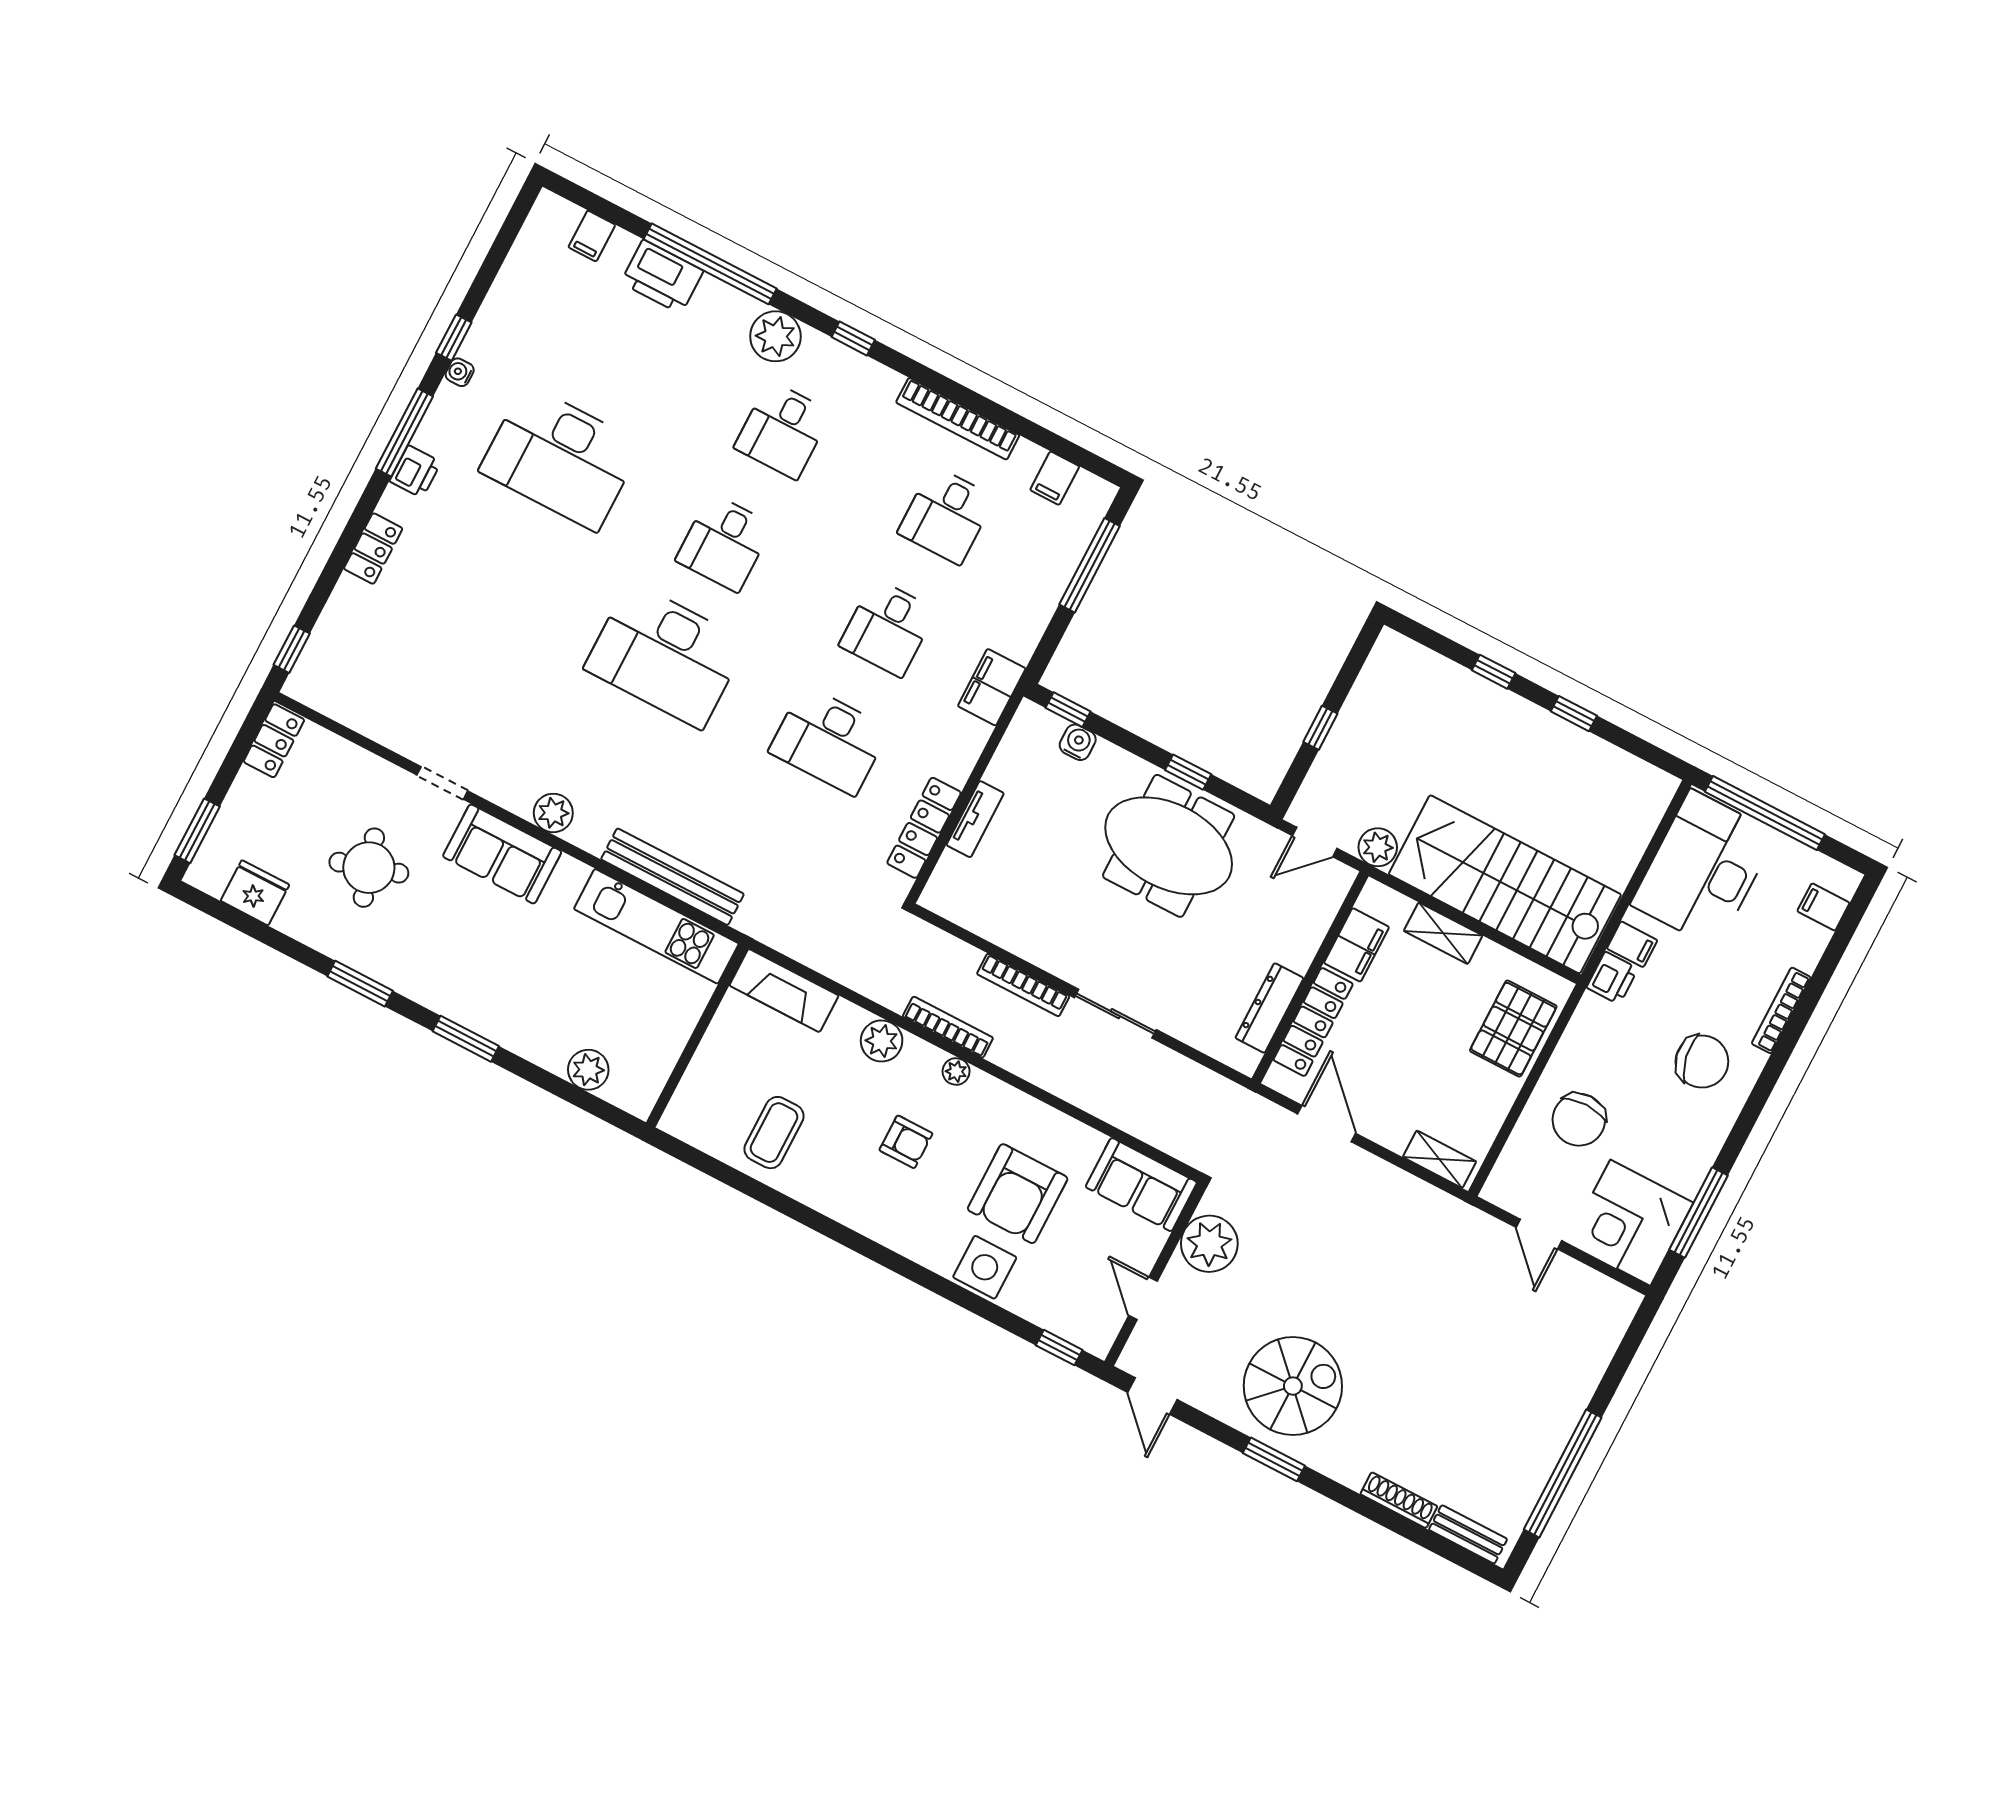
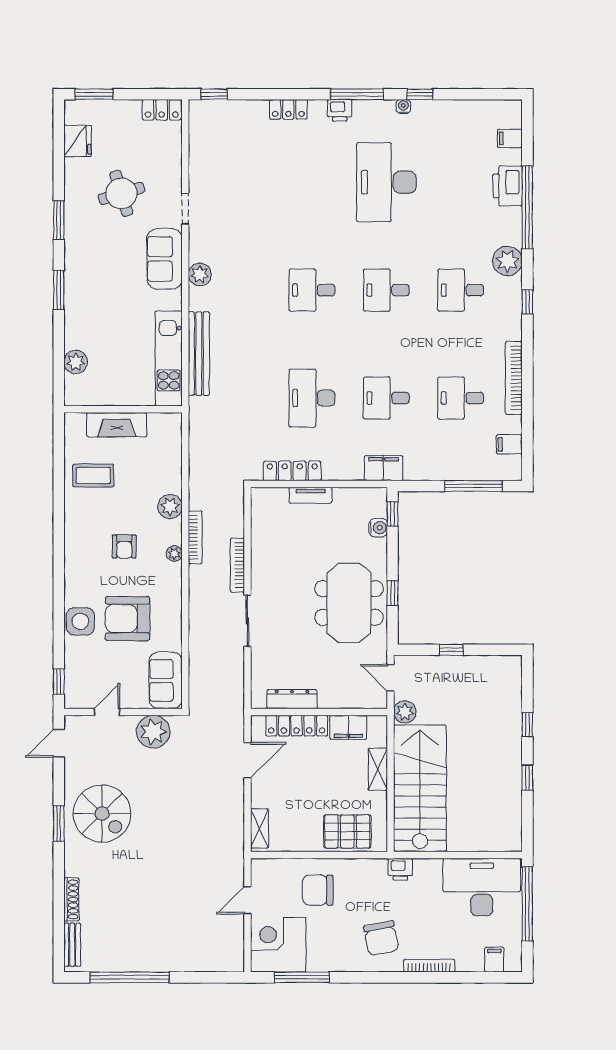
desk: (666, 655) -> (312, 290), width x0.53, depth x0.77
filing cabinet: (1632, 944) -> (423, 870), removed
fireplace: (784, 990) -> (117, 425), moved, turned -90

